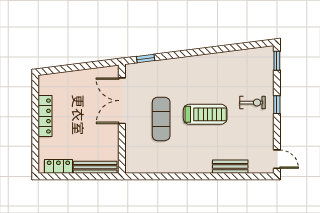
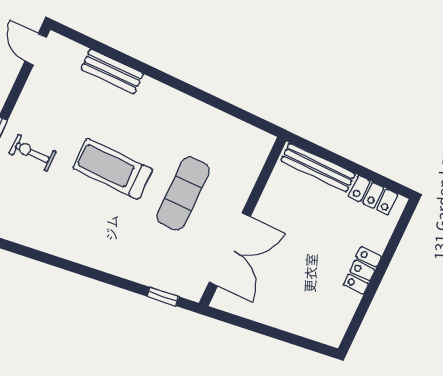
locker: (45, 116) -> (362, 270), width x0.66

